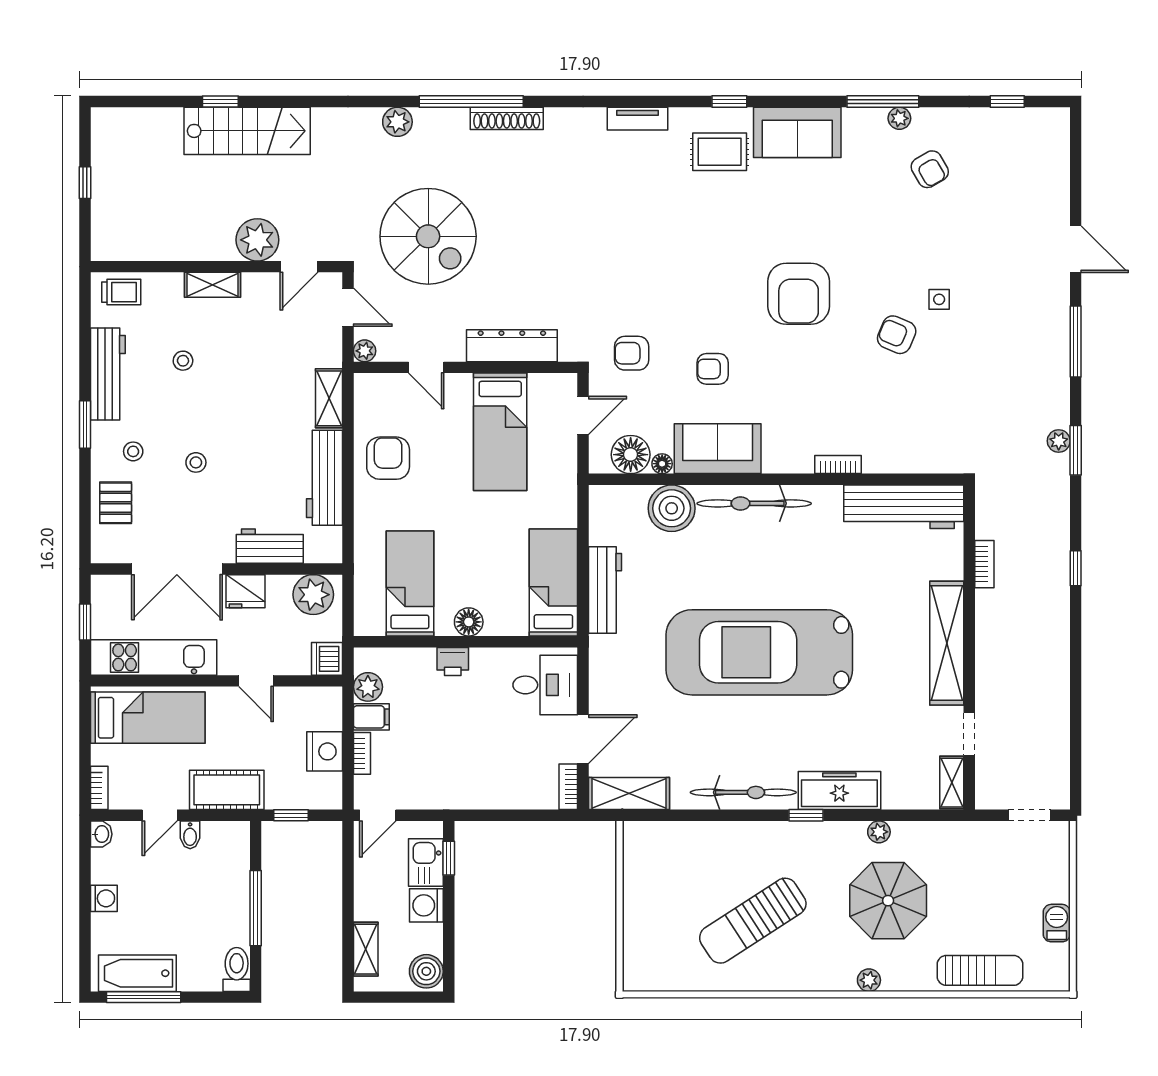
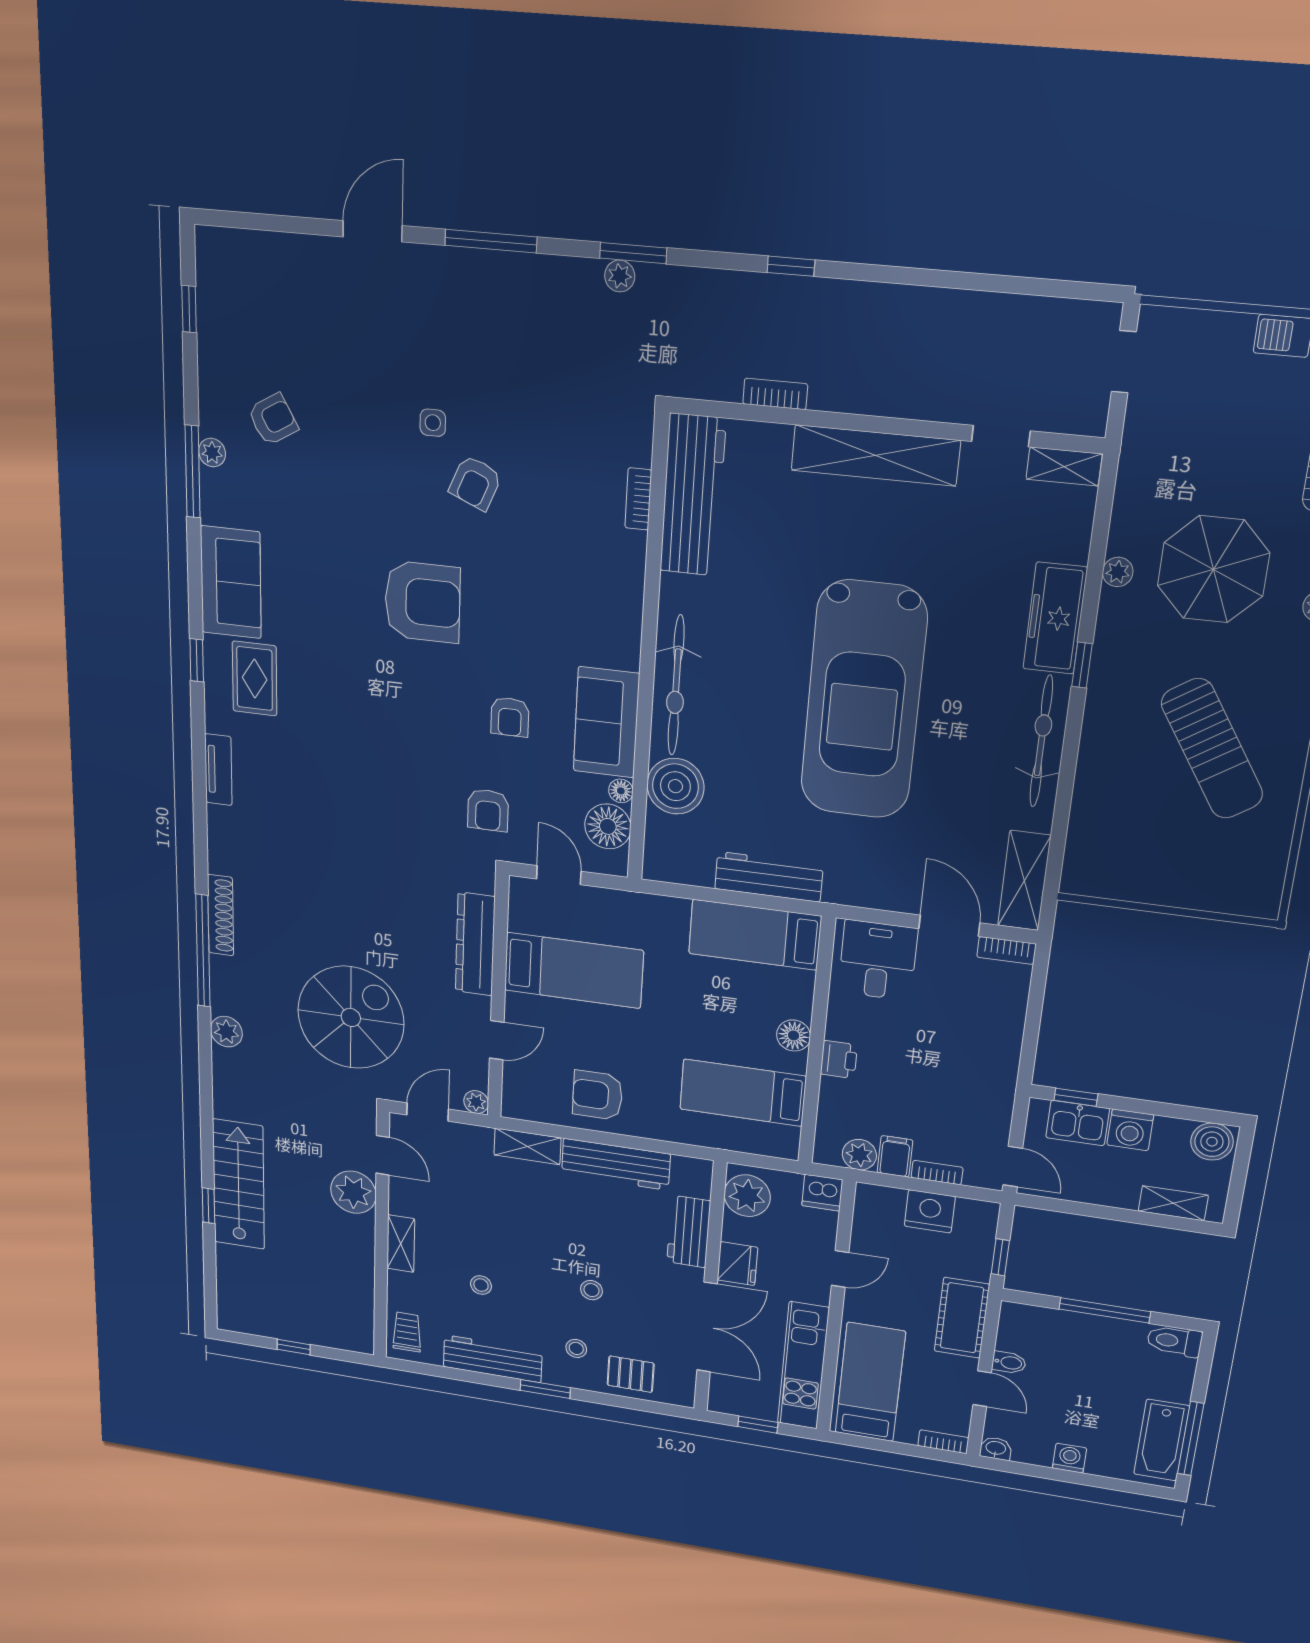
bookcase: (838, 465) -> (638, 499), moved

